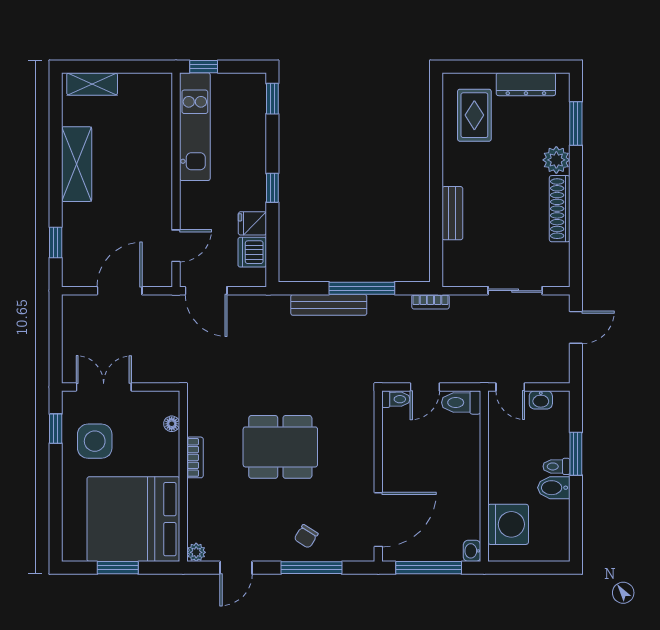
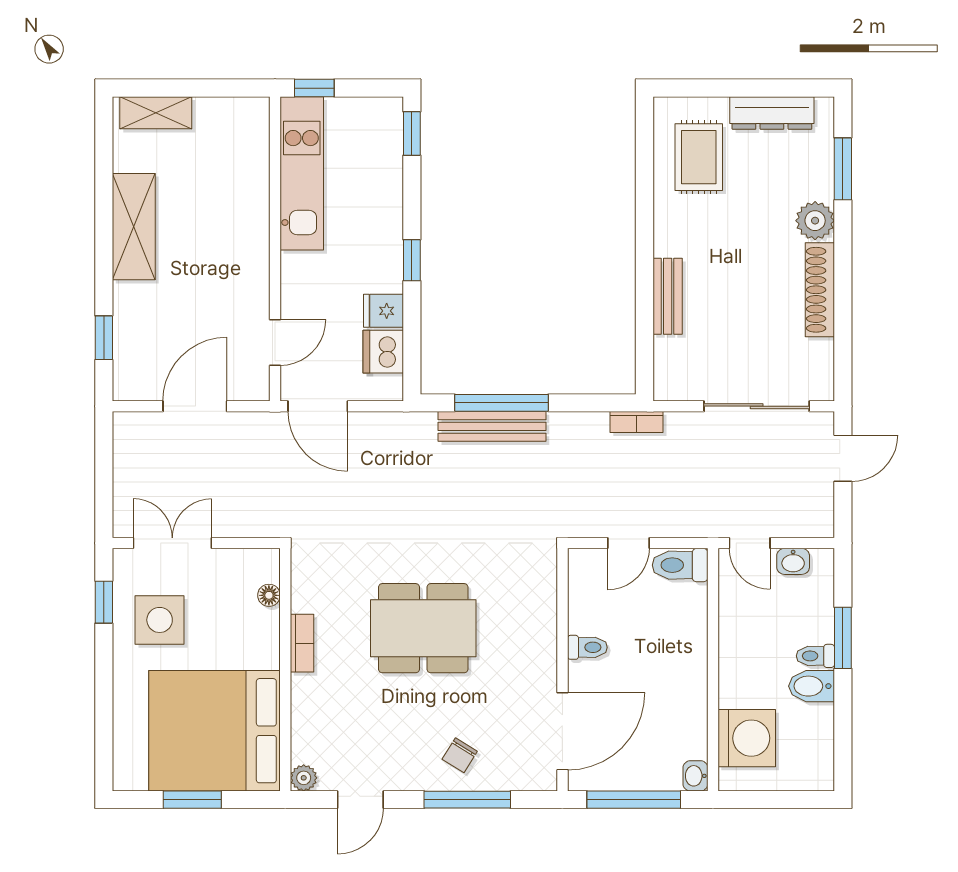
window: (362, 288) -> (502, 403), moved
sliding door: (515, 291) -> (757, 406), width x1.37
toilet: (396, 399) -> (587, 647), moved

